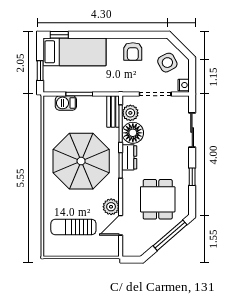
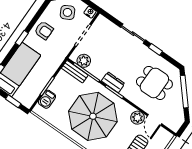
window: (110, 35) -> (22, 38), added
sliding door: (192, 130) -> (133, 34), moved
floor lamp: (133, 133) -> (98, 68), removed

